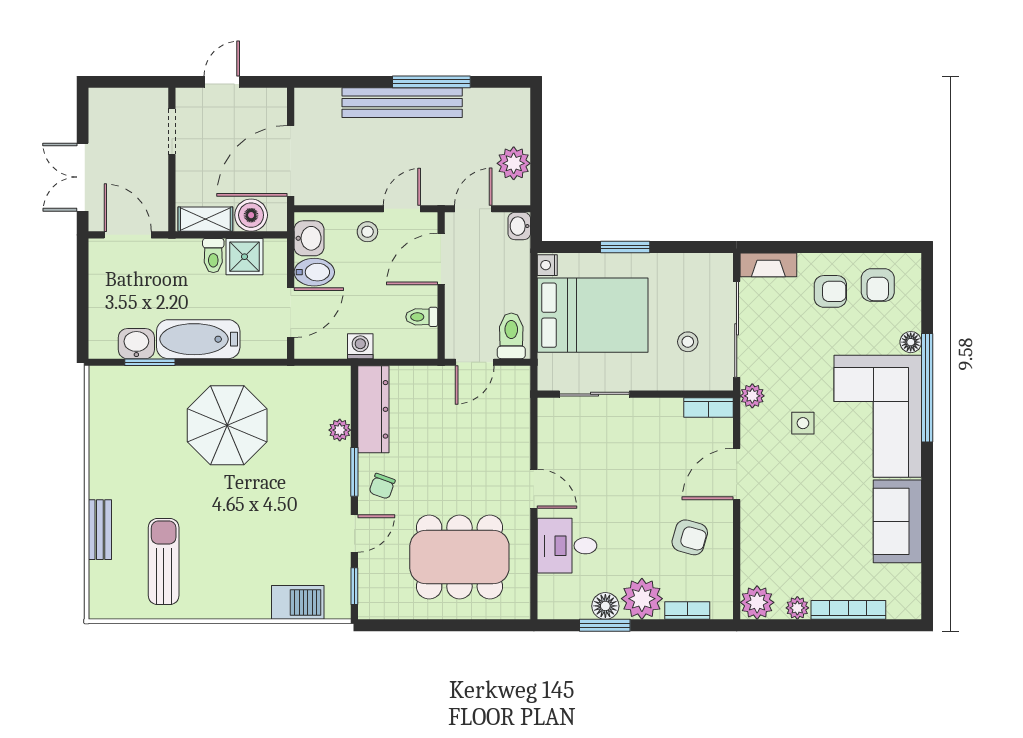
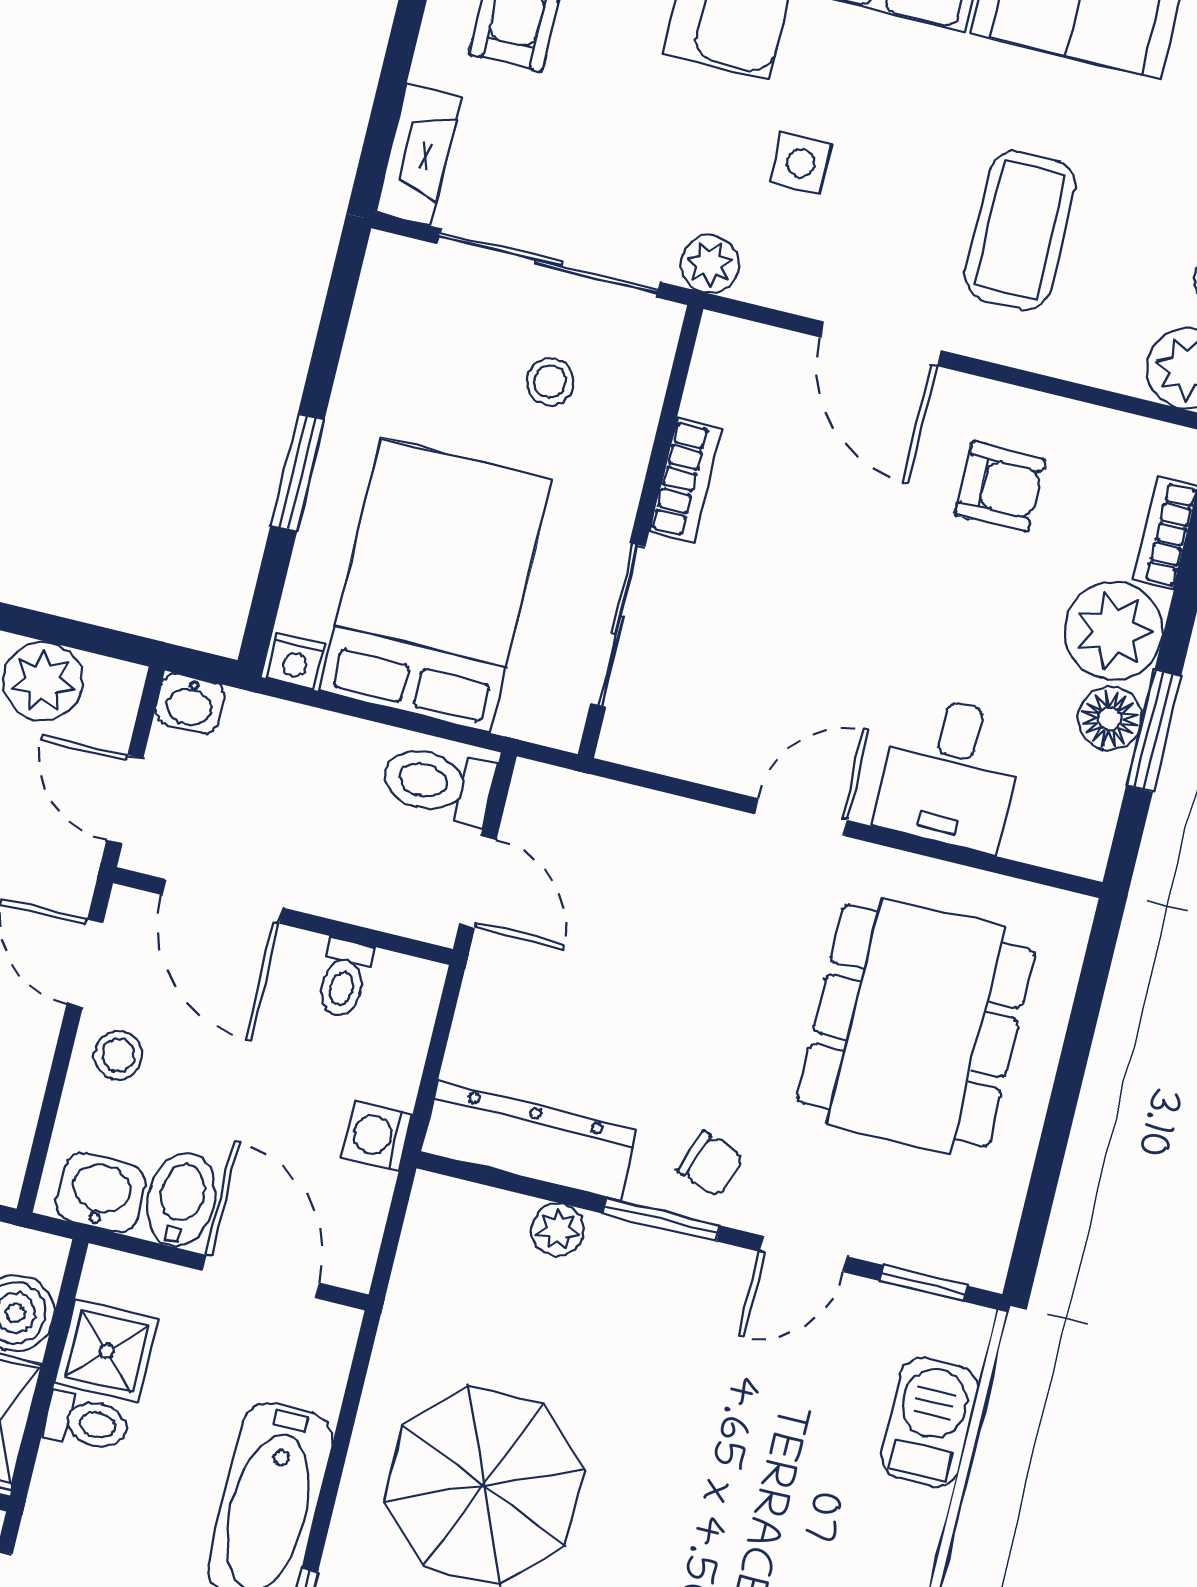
bookcase: (709, 407) -> (685, 480), moved
coffee table: (797, 520) -> (1020, 231), added
door: (354, 533) -> (803, 1254), swing flipped
armchair: (690, 537) -> (1000, 487), turned 74

